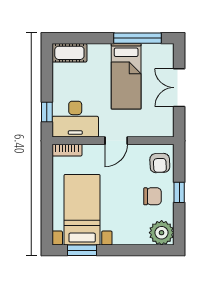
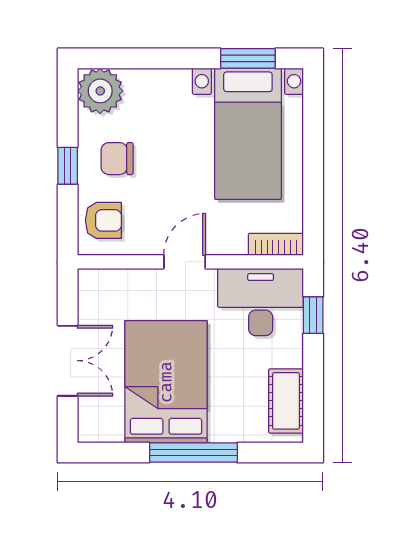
window: (137, 38) -> (193, 452), moved
cot: (69, 53) -> (286, 401), moved, turned 90
bed: (126, 76) -> (166, 382), width x1.50
armchair: (160, 163) -> (103, 220), turned 92

